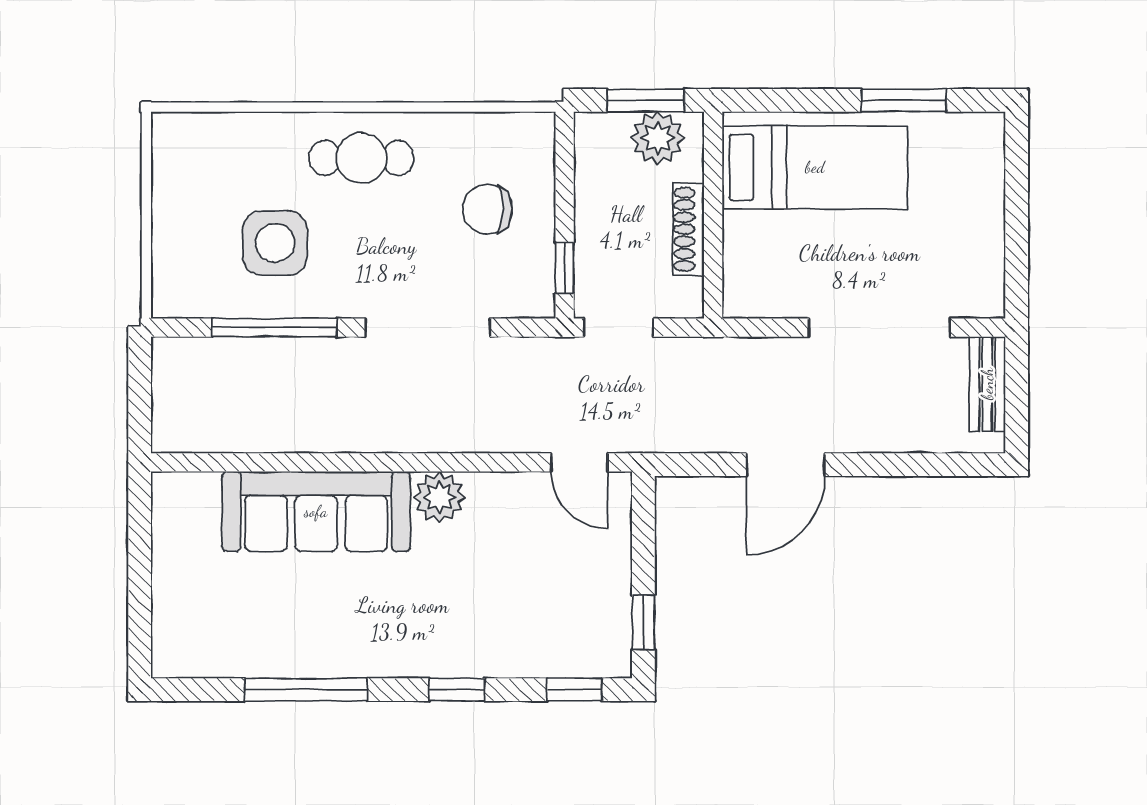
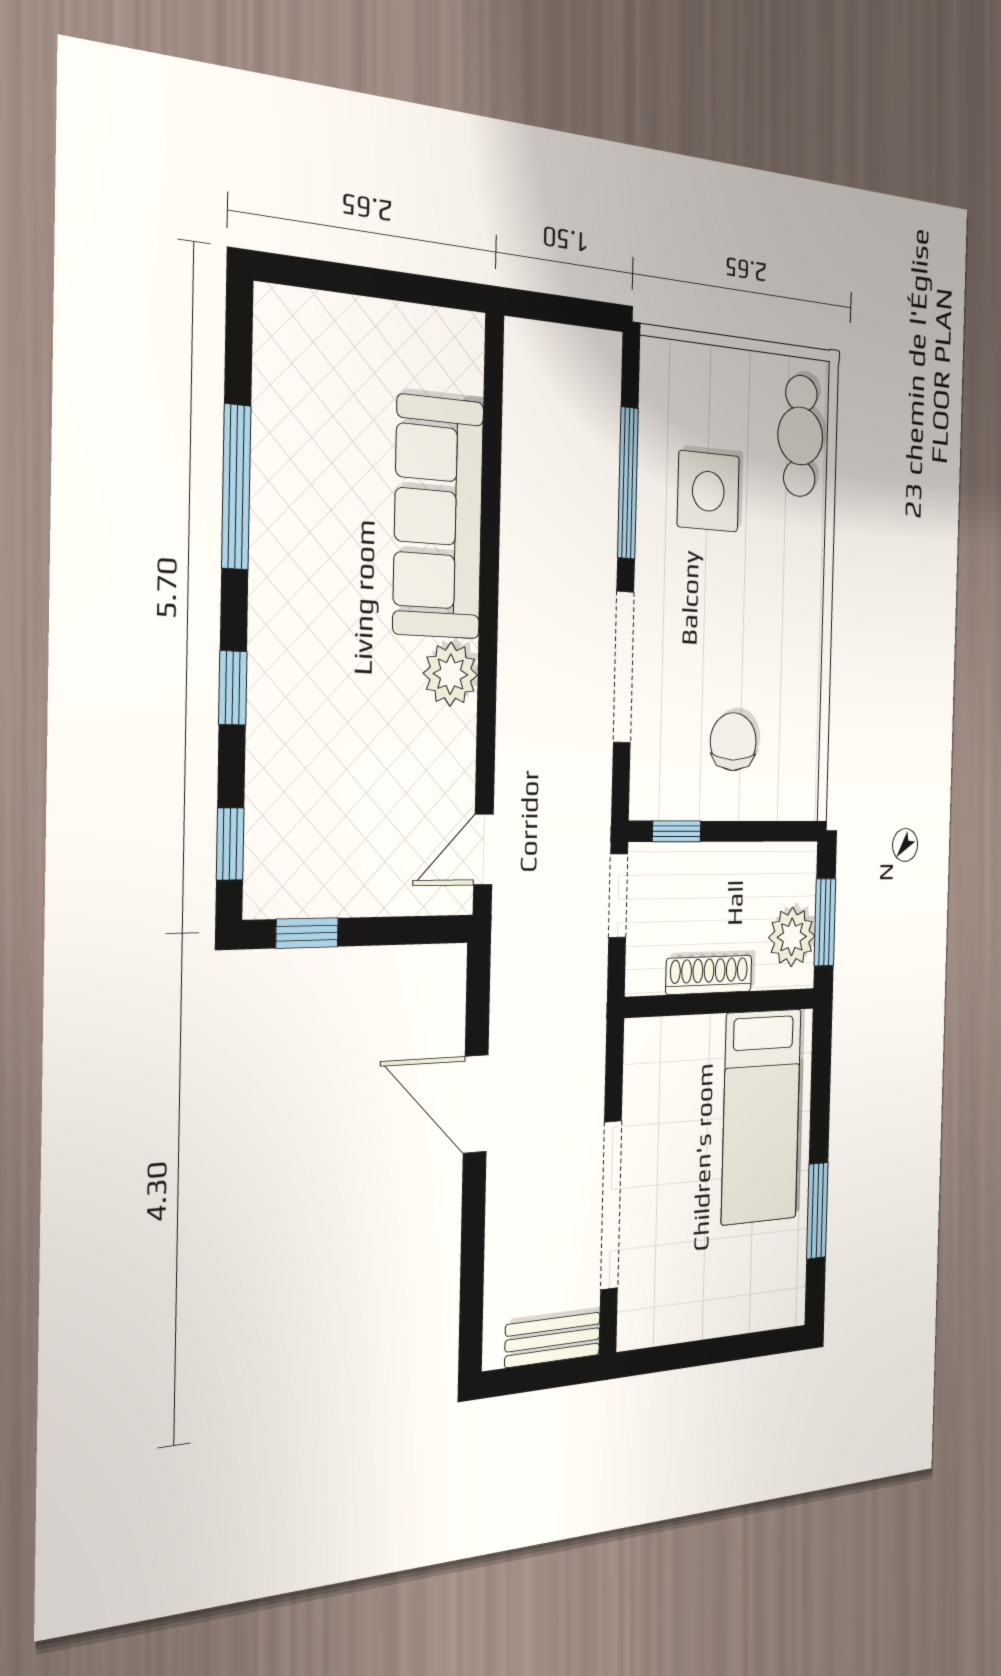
cafe table: (361, 158) -> (800, 436), moved

